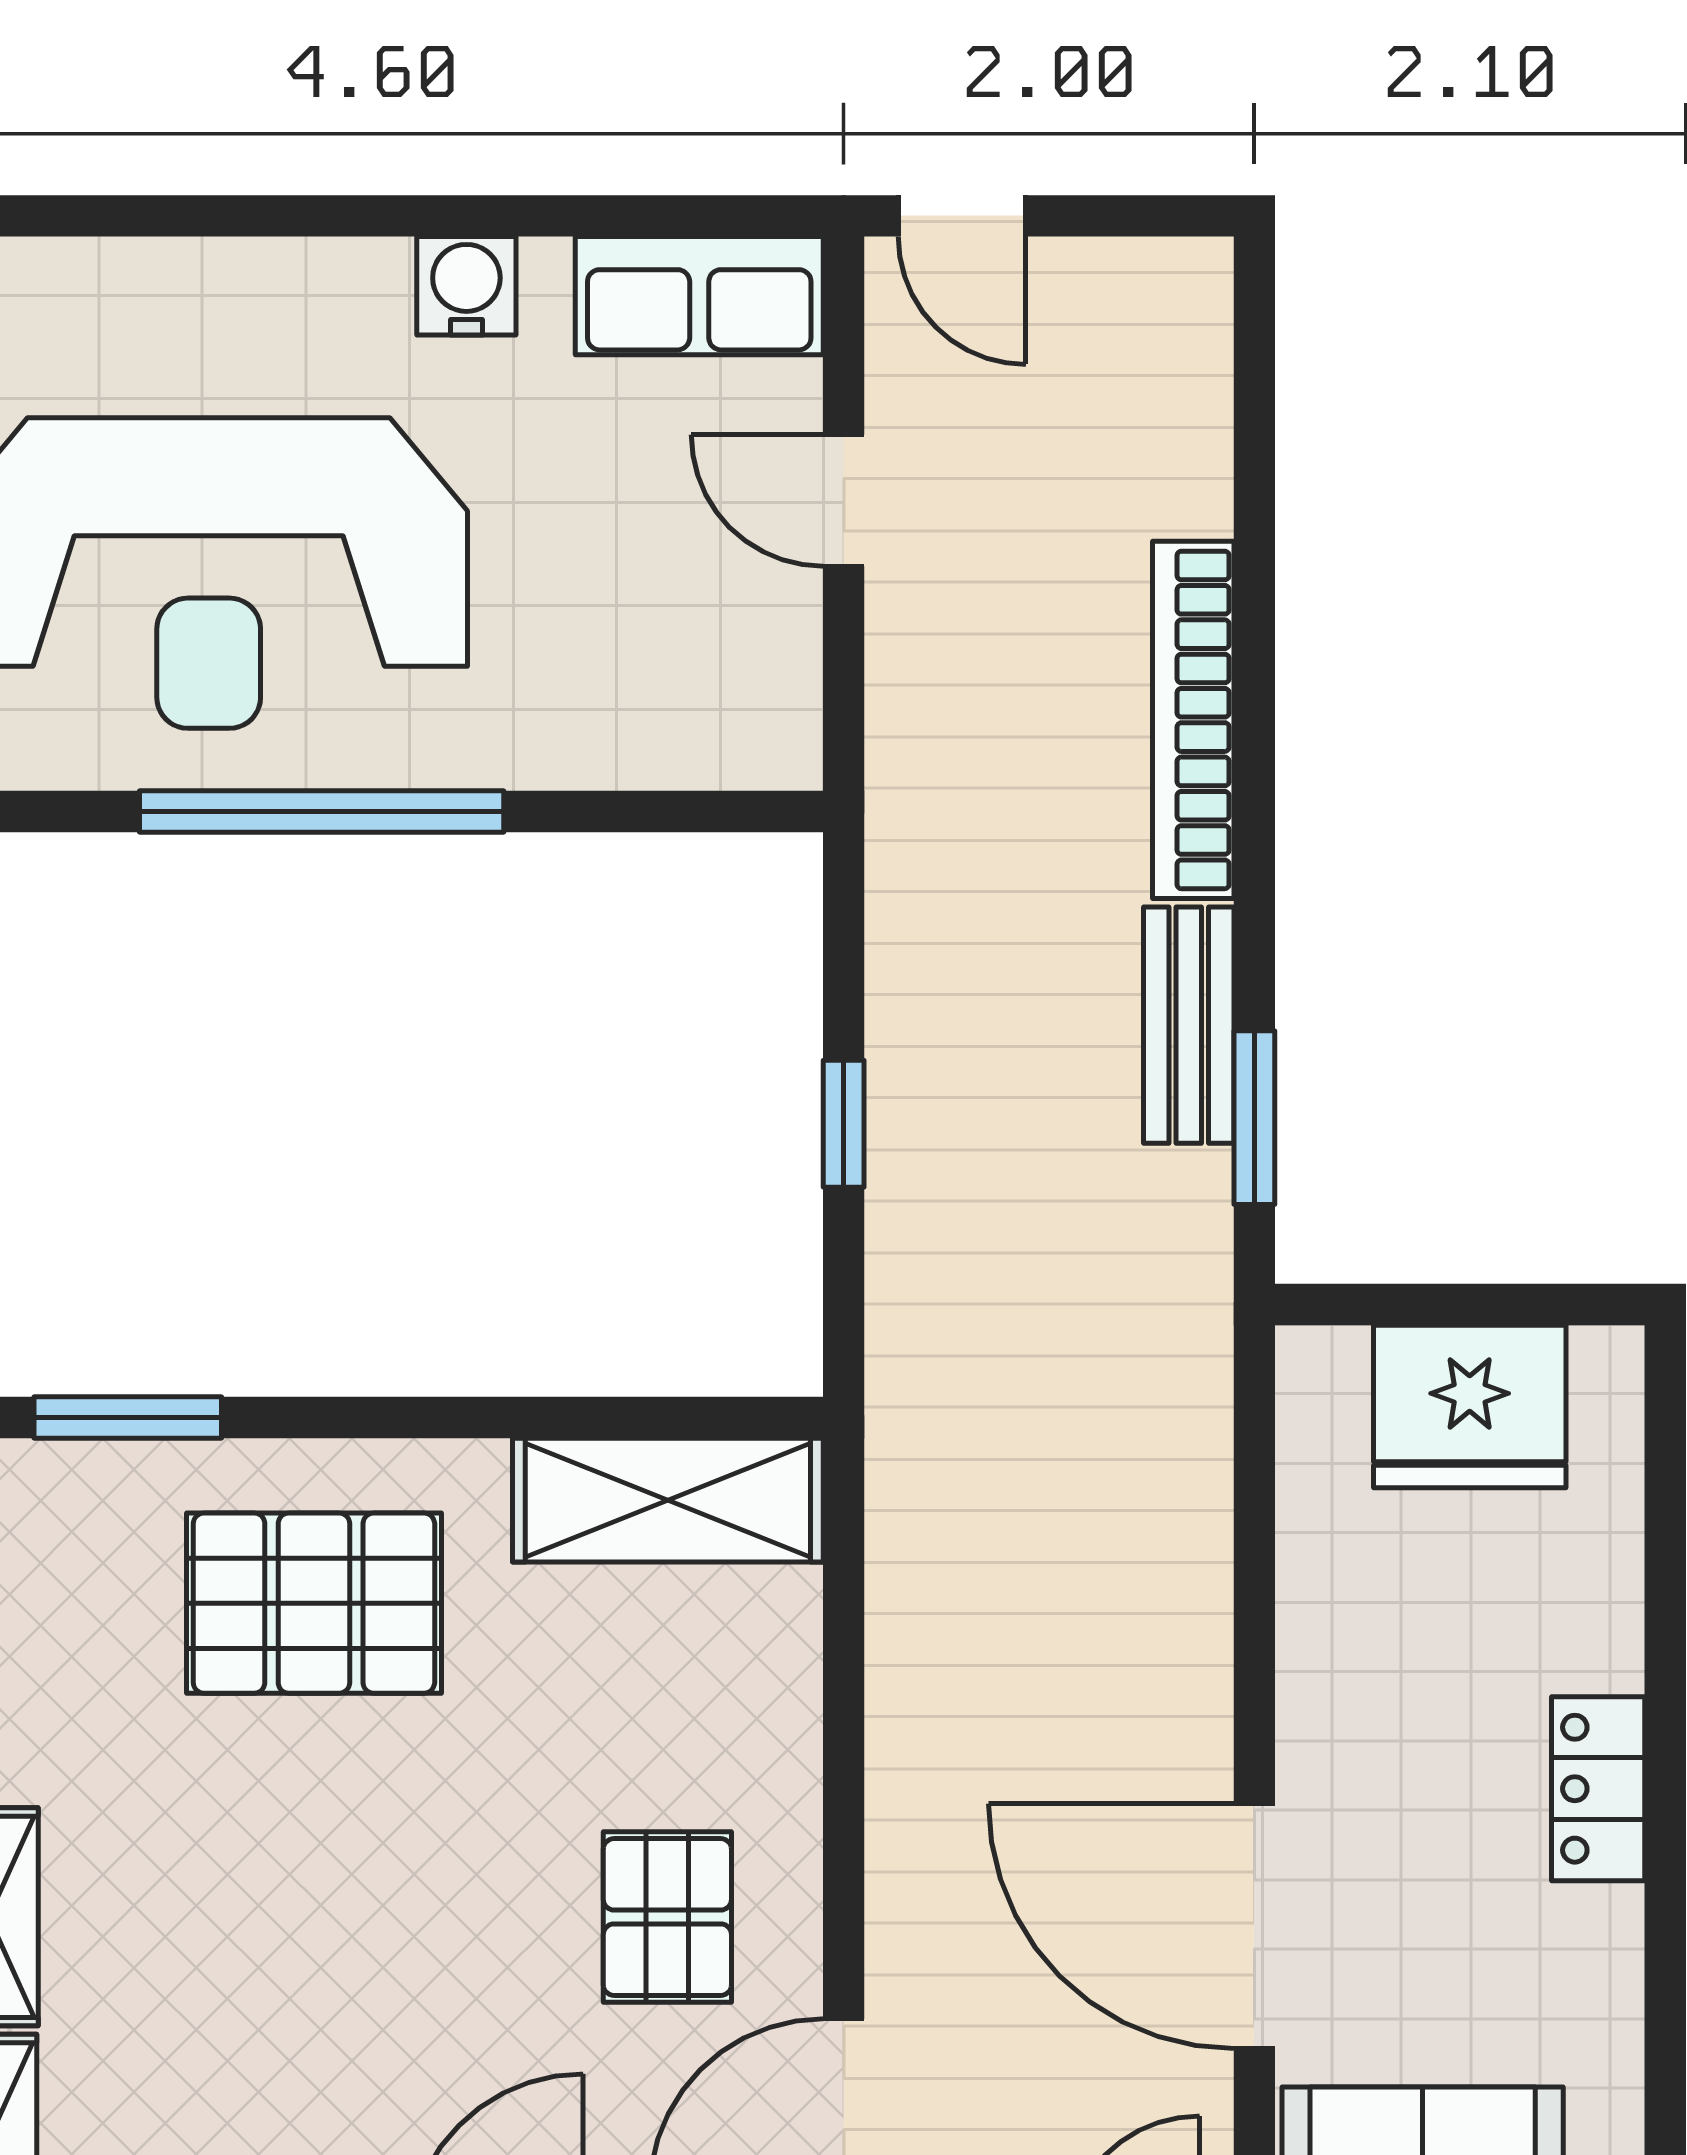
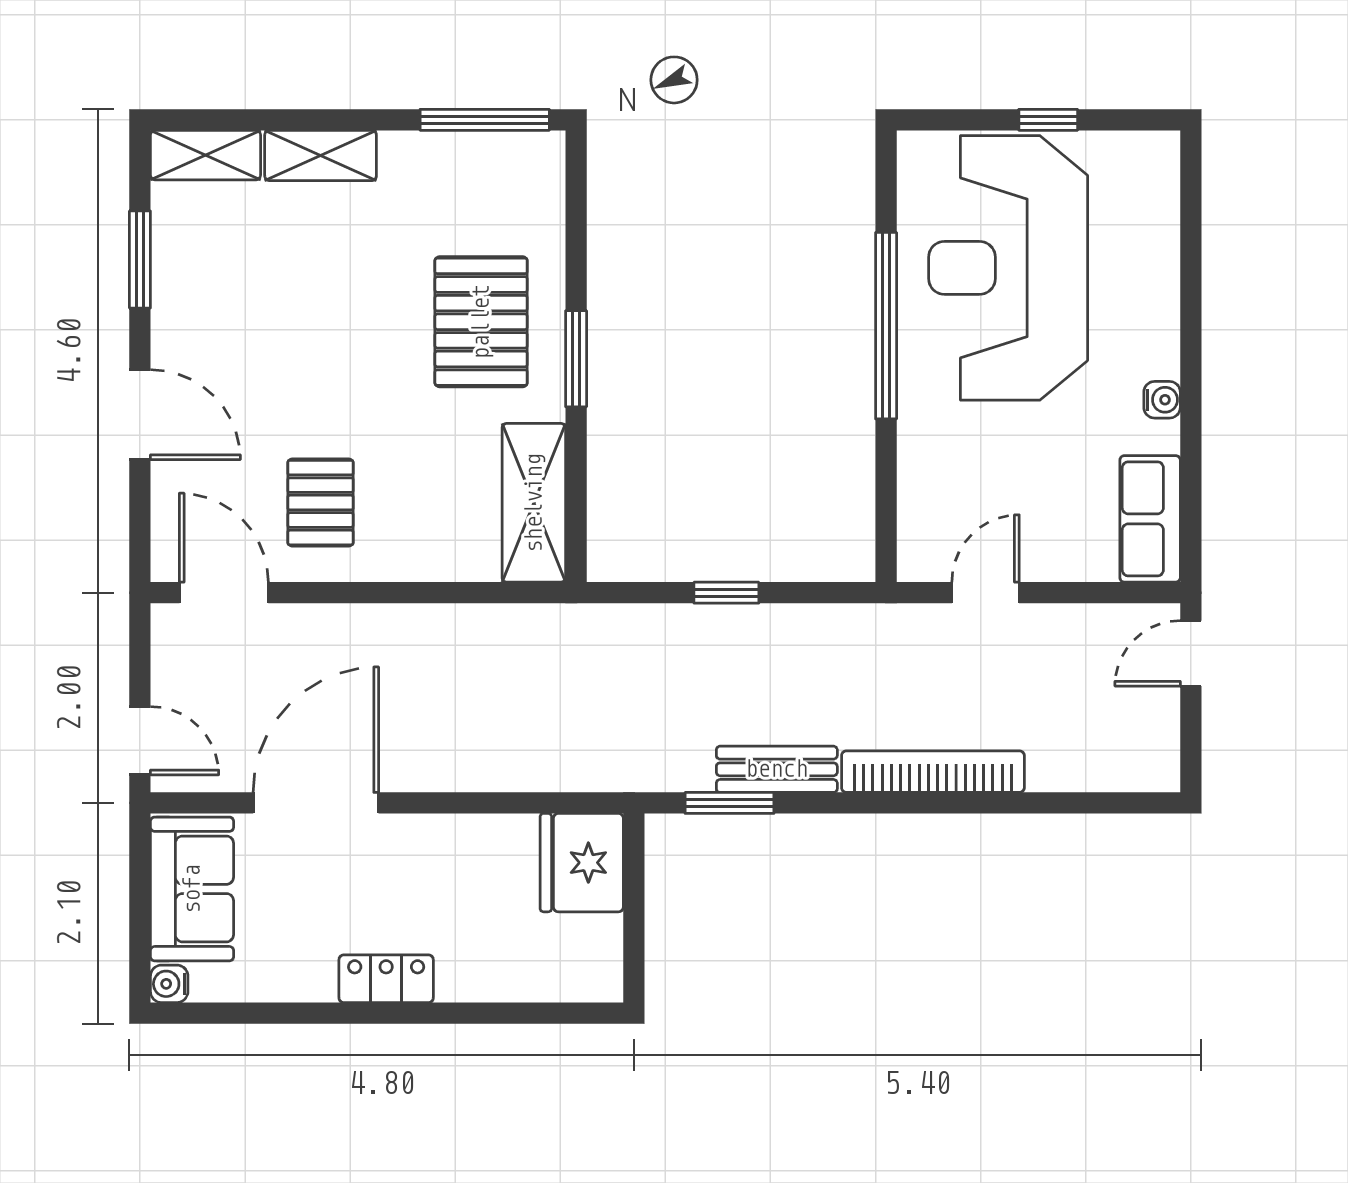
water cooler: (466, 286) -> (1162, 400), width x0.72, depth x0.72
door: (844, 501) -> (986, 593), moved
fridge: (1470, 1406) -> (582, 863), moved
window: (128, 1417) -> (576, 359), moved
pallet: (667, 1917) -> (320, 503), turned 90

